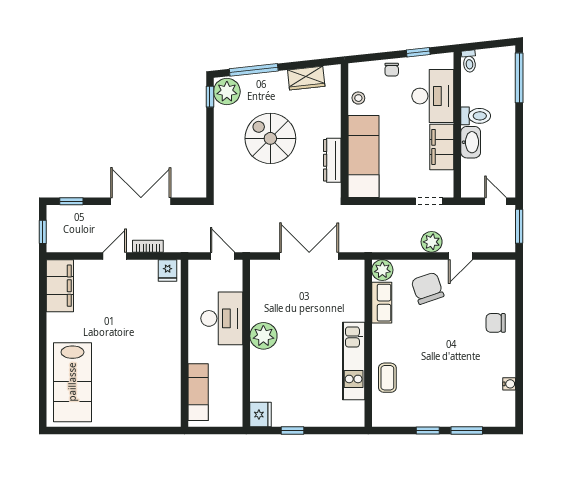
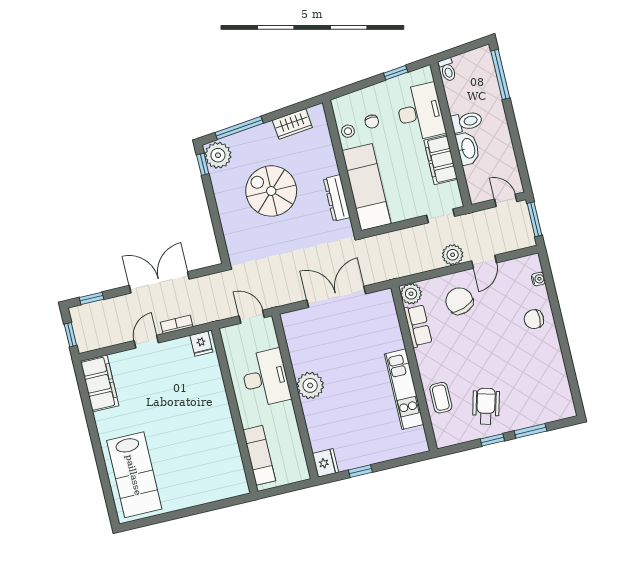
chair: (392, 70) -> (372, 122), moved
water cooler: (509, 384) -> (538, 279), moved
wheelchair: (429, 396) -> (486, 406), added

